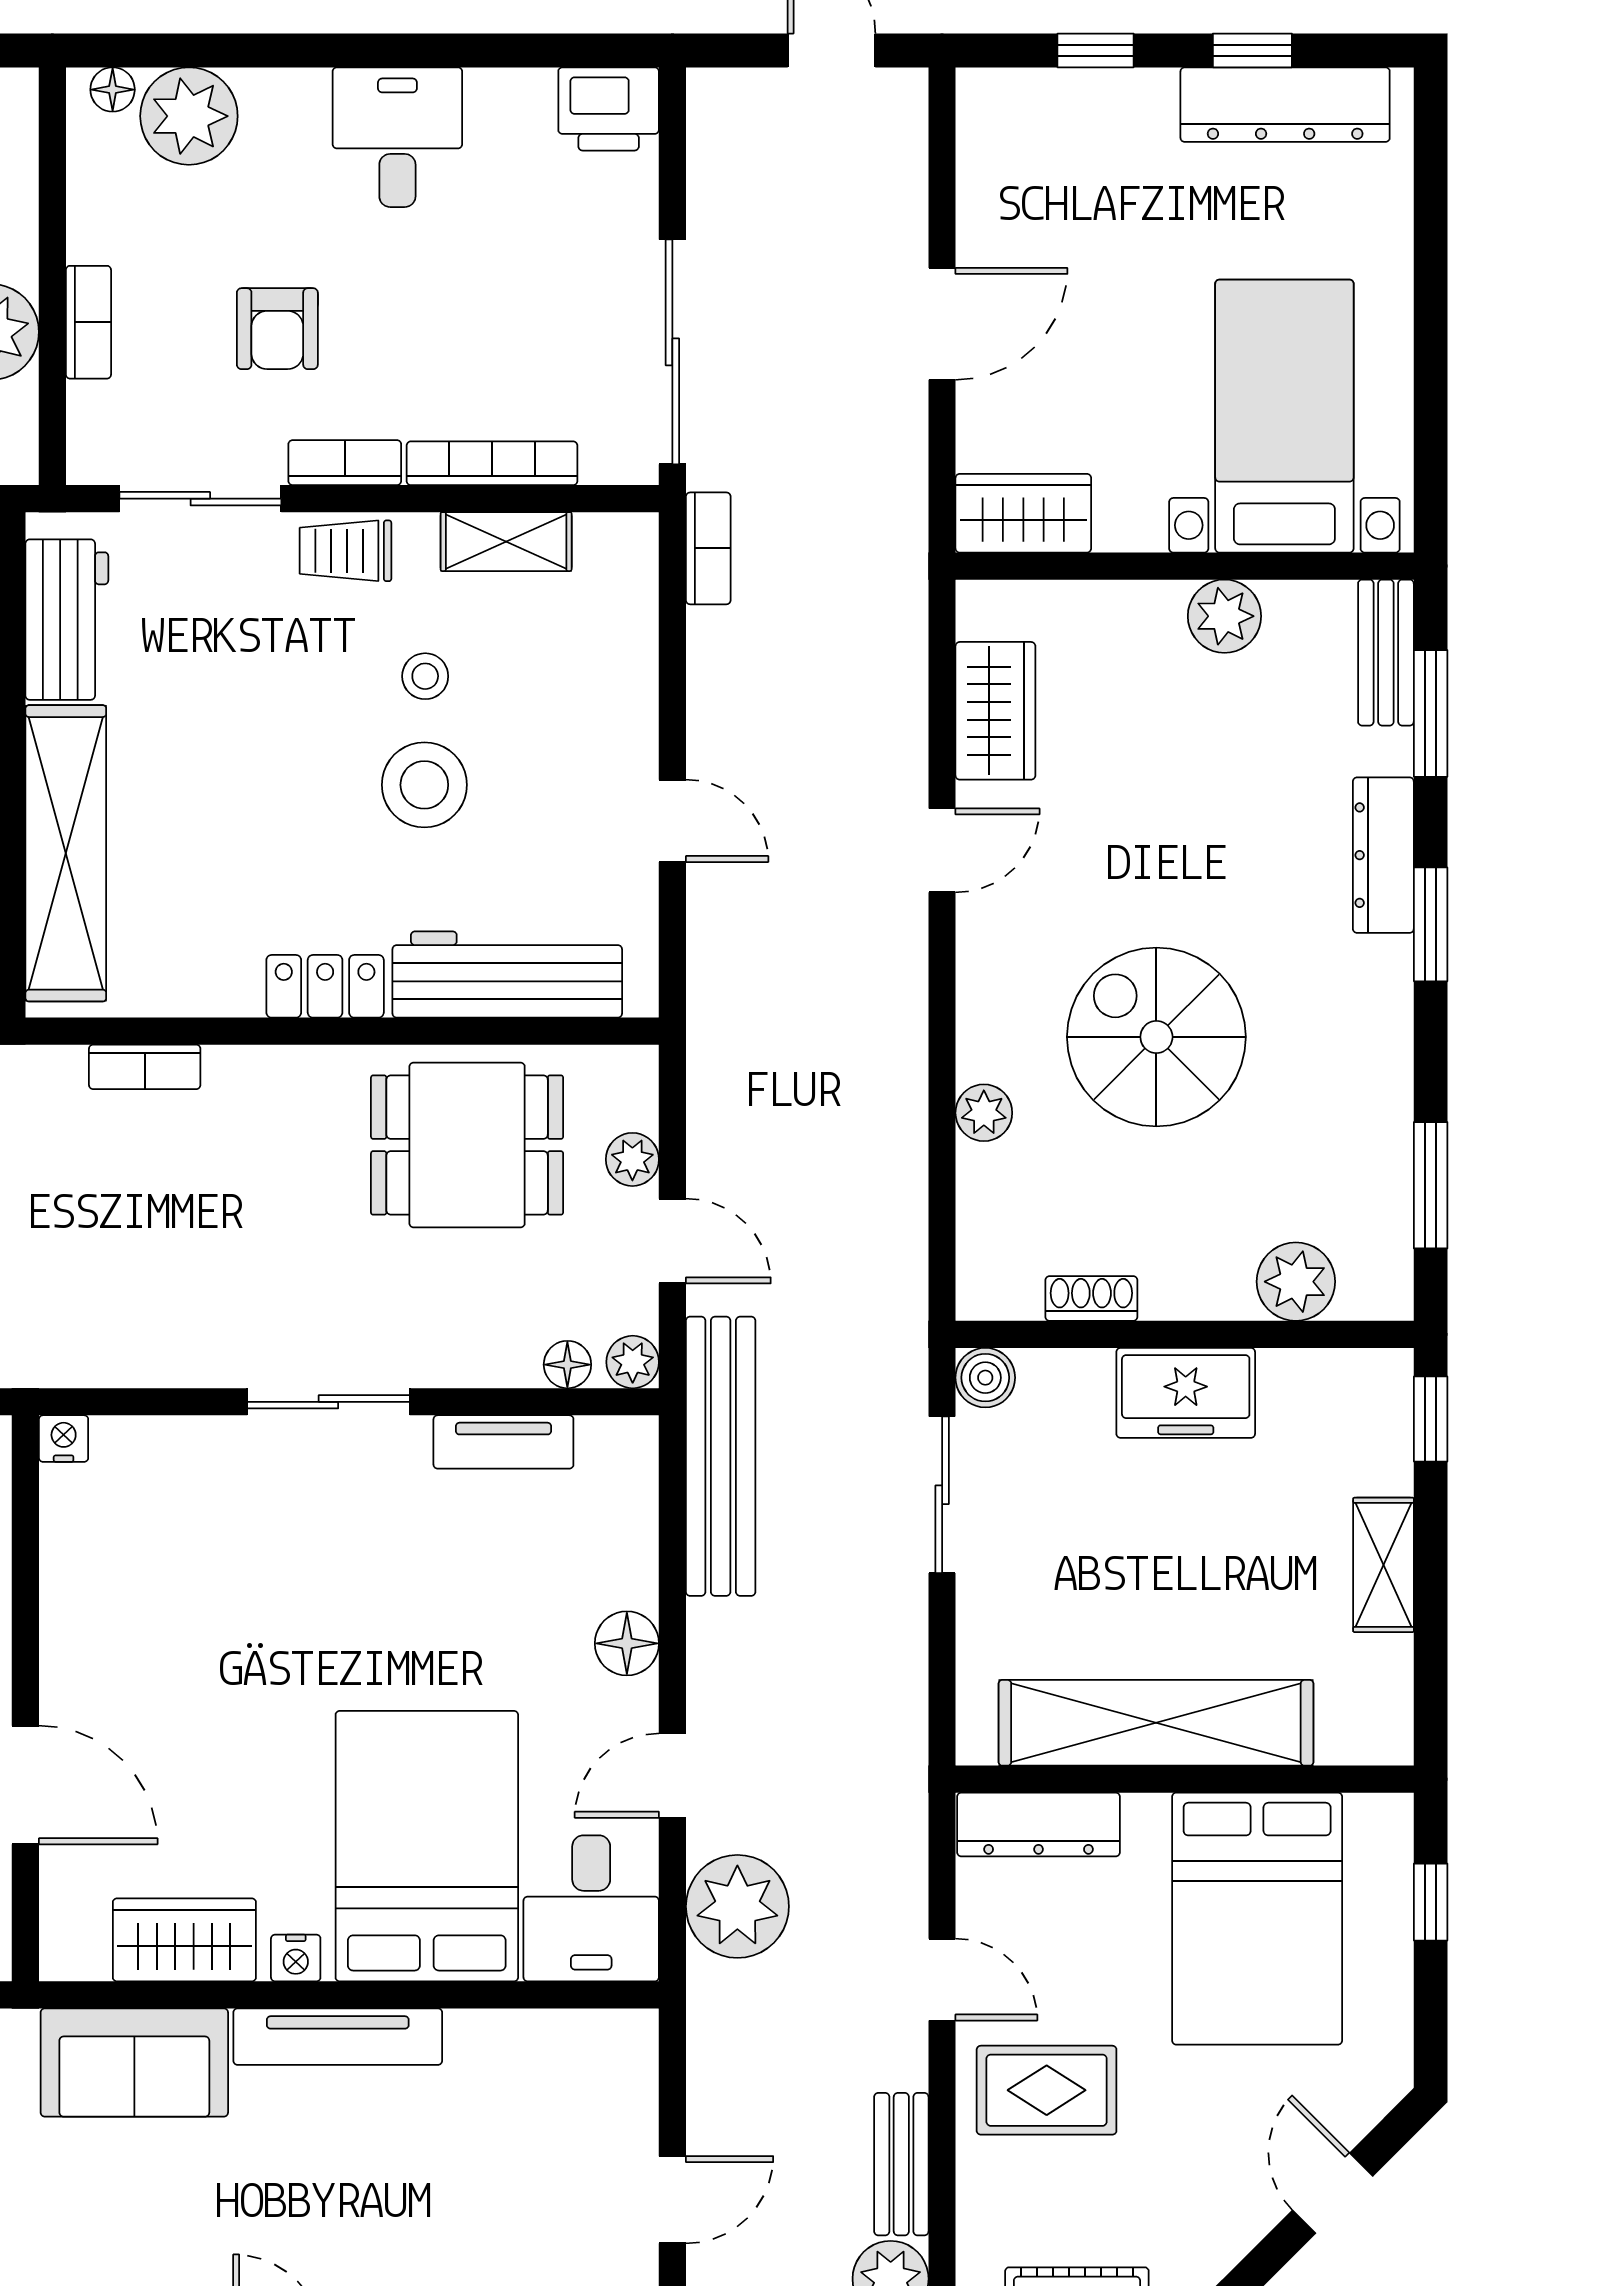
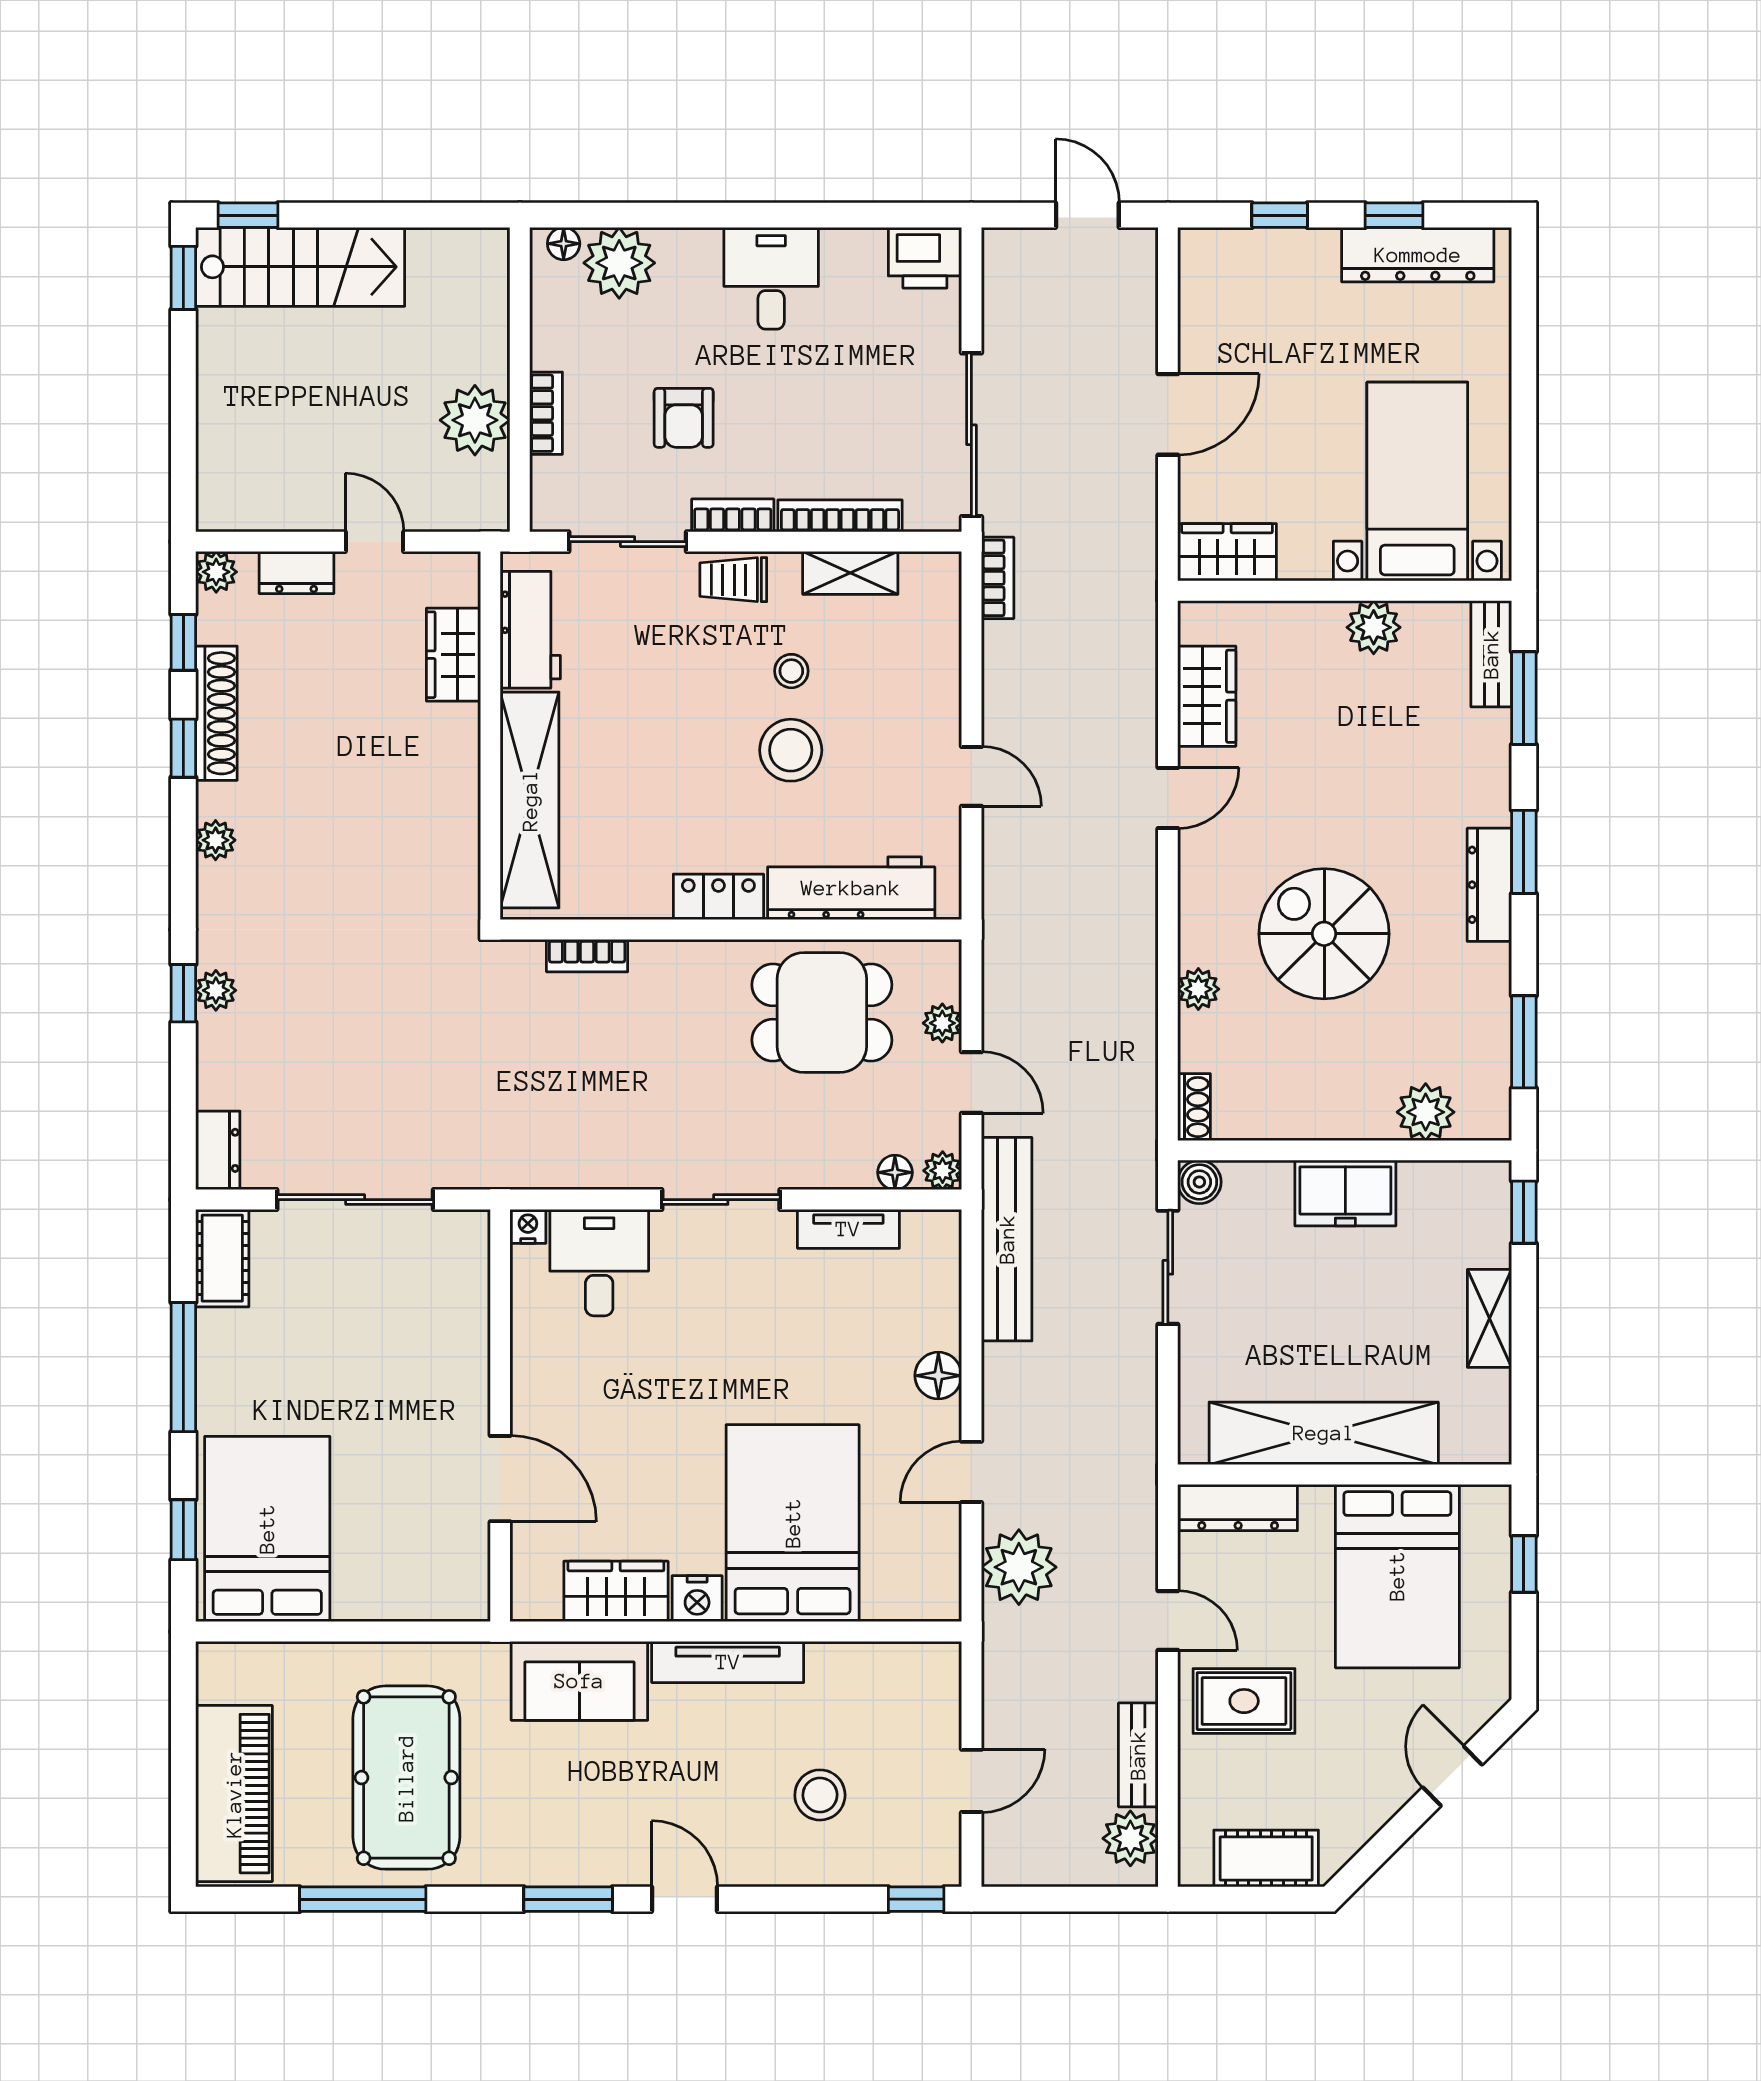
dresser: (1383, 855) -> (1489, 885), moved
shoe rack: (1091, 1299) -> (1194, 1107), moved, turned 90
desk: (591, 1908) -> (599, 1263), moved, turned 180
nightstand: (296, 1958) -> (697, 1599), width x1.39, depth x1.35
stool: (464, 2219) -> (820, 1795), added

